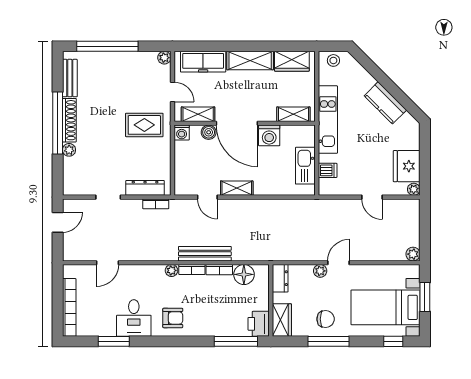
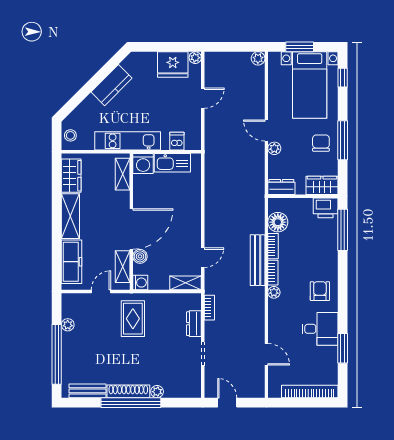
plant: (164, 58) -> (68, 325), moved
washing machine: (269, 135) -> (143, 163), moved, turned 90
dresser: (145, 188) -> (194, 324), width x0.70
shelving: (237, 188) -> (186, 283), moved, turned 90

